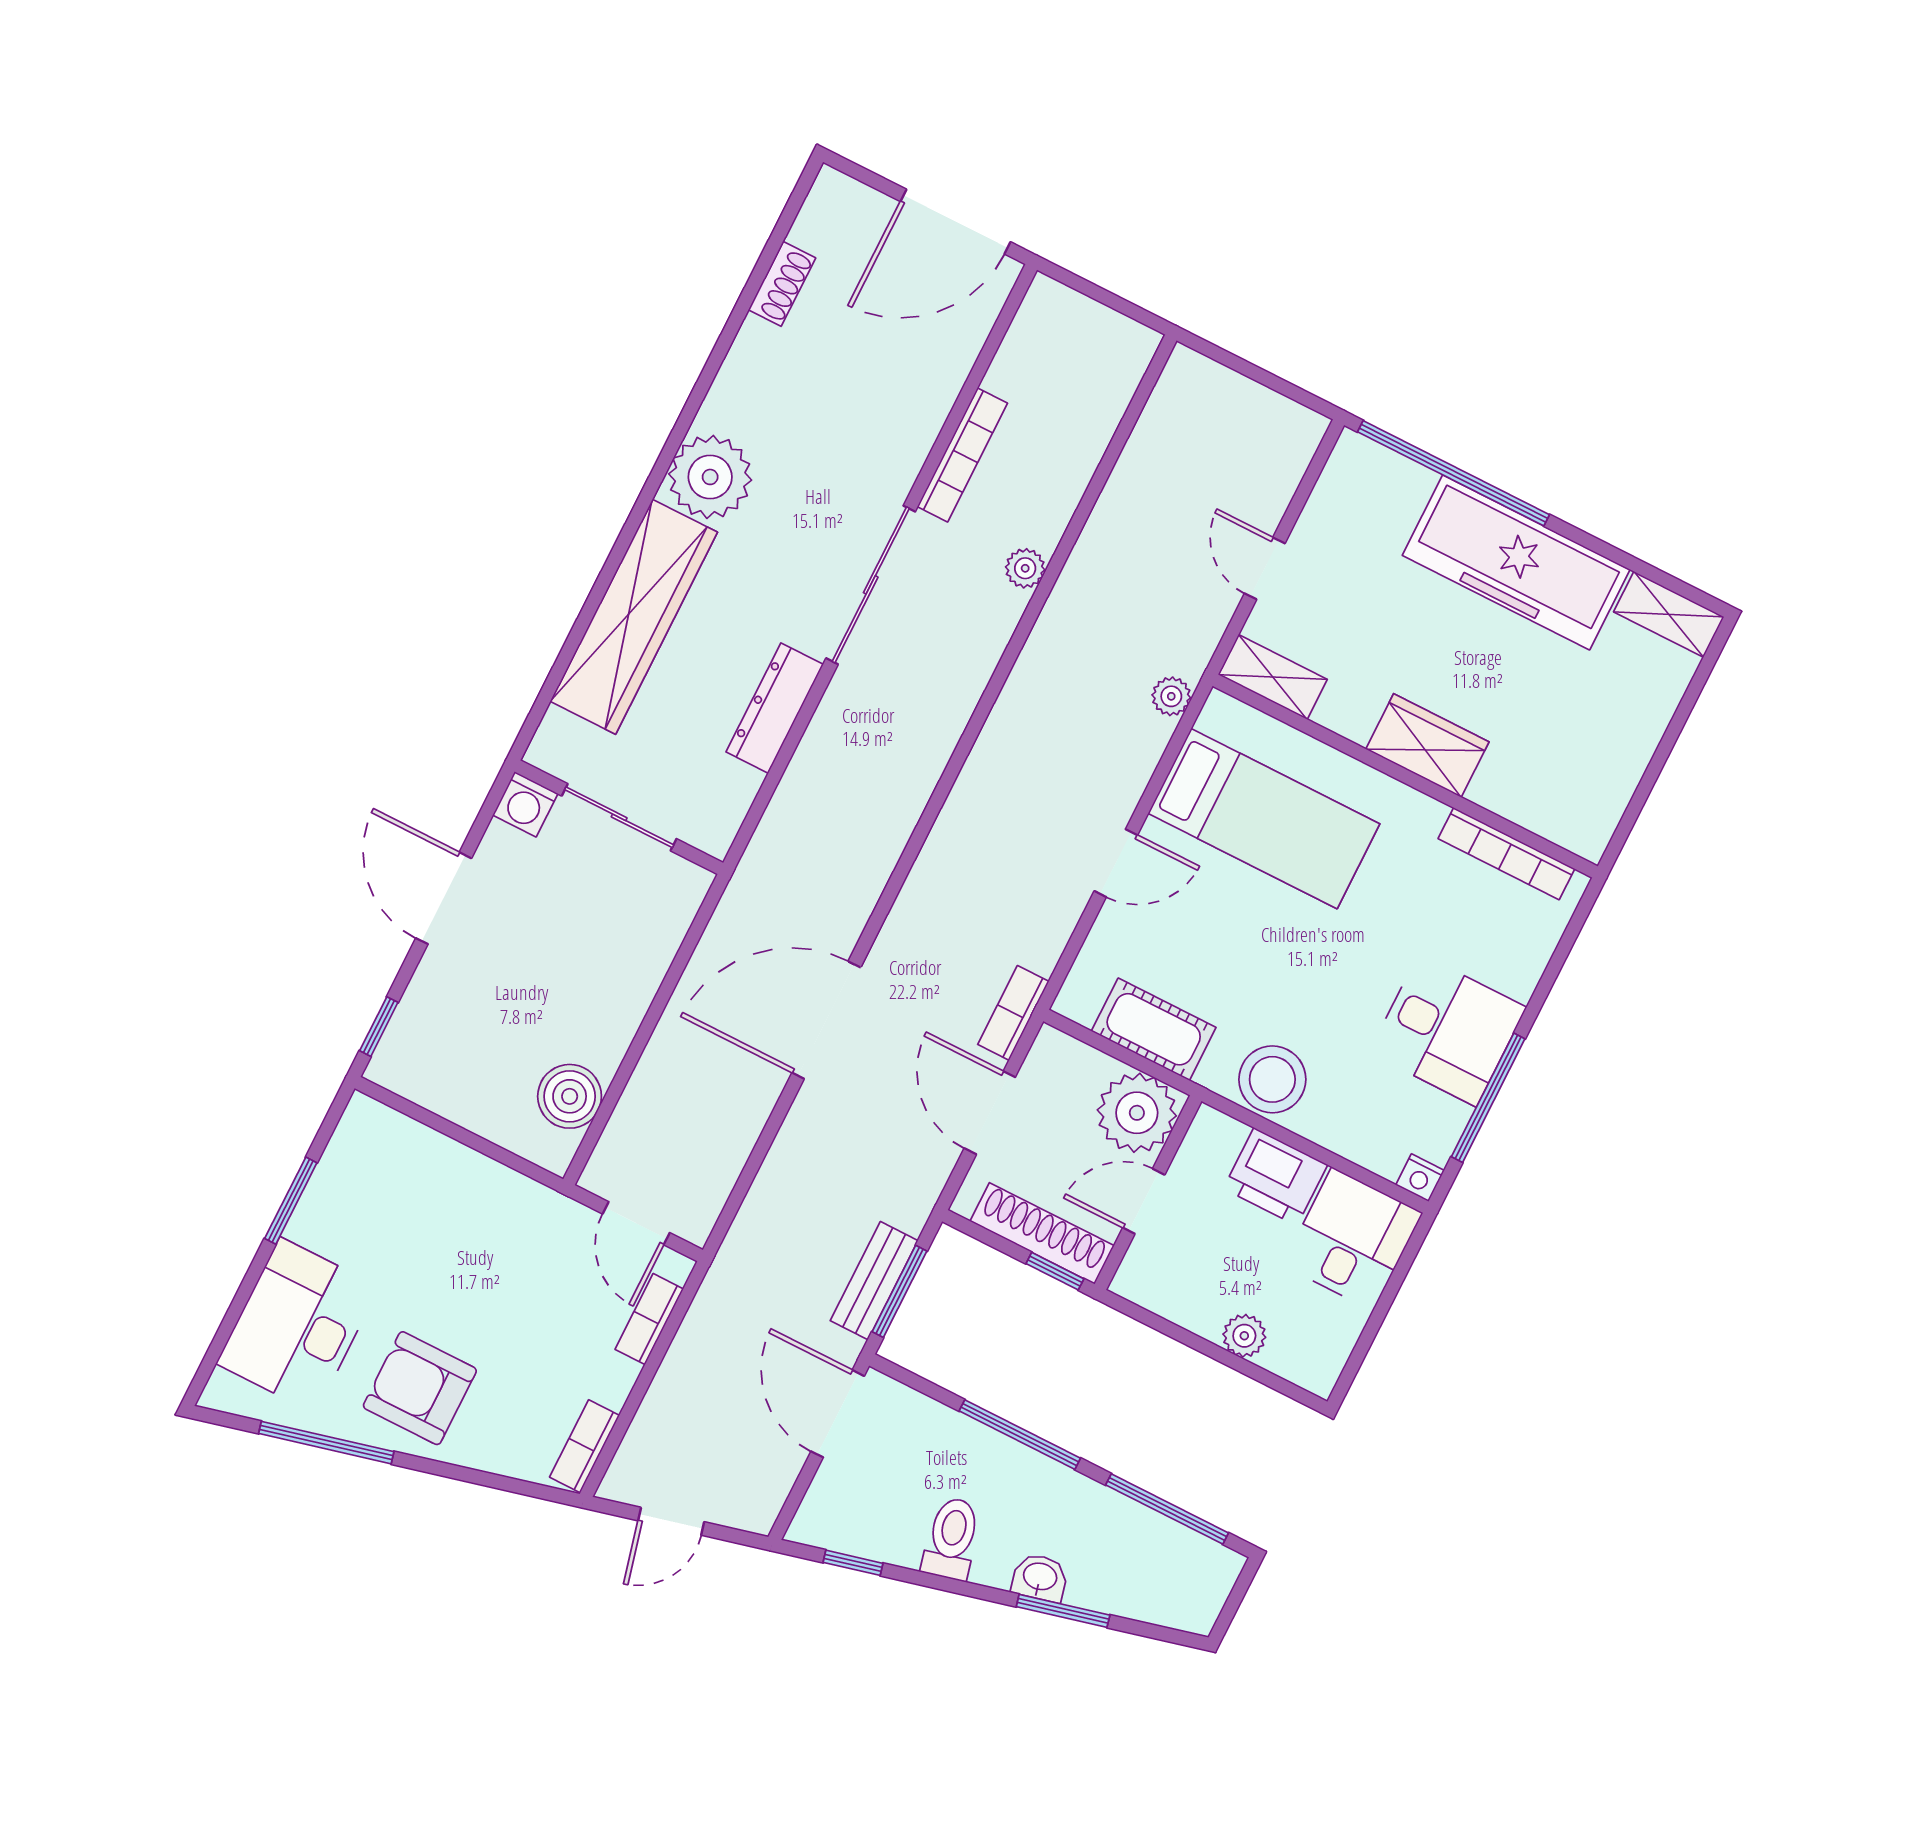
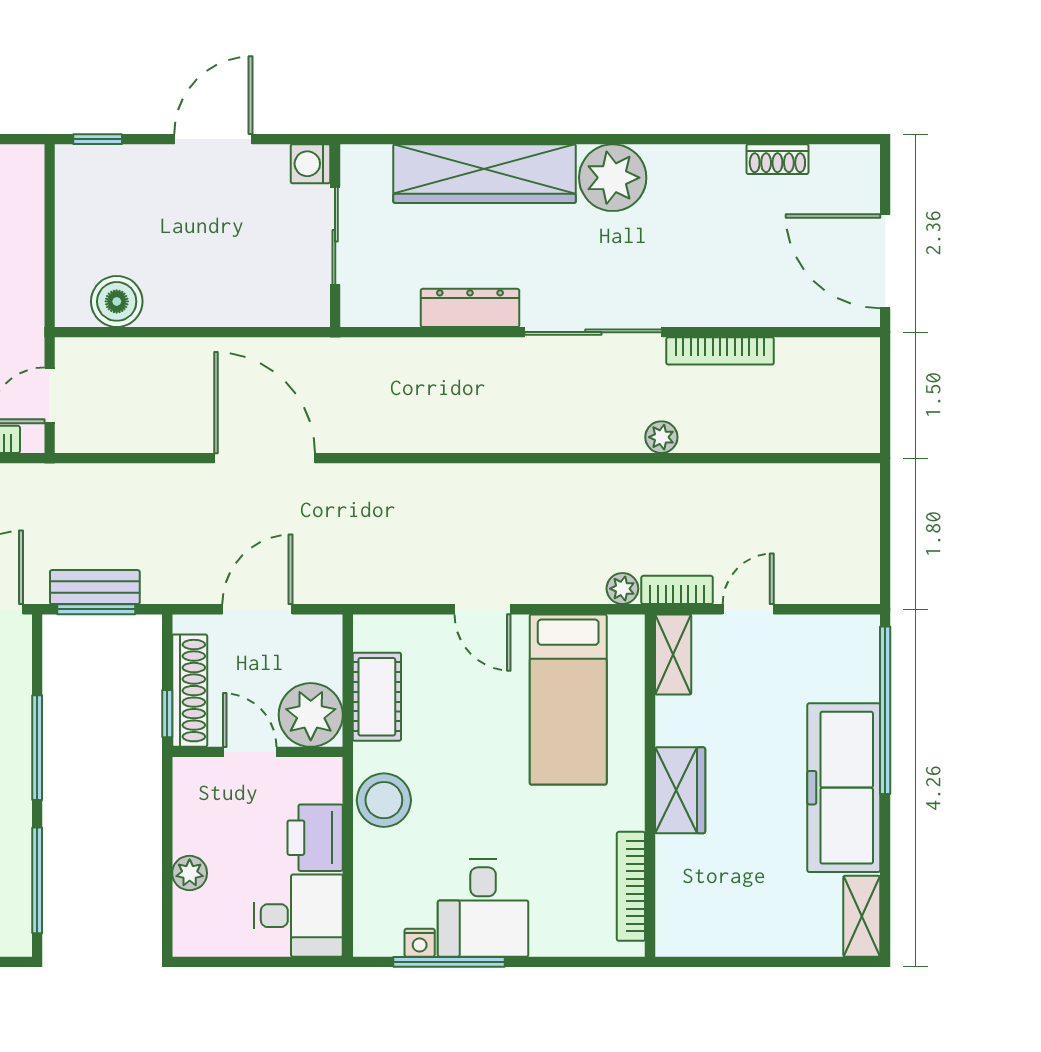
bookcase: (1013, 1013) -> (677, 590), moved
nightstand: (1420, 1178) -> (420, 943), moved, turned -90

